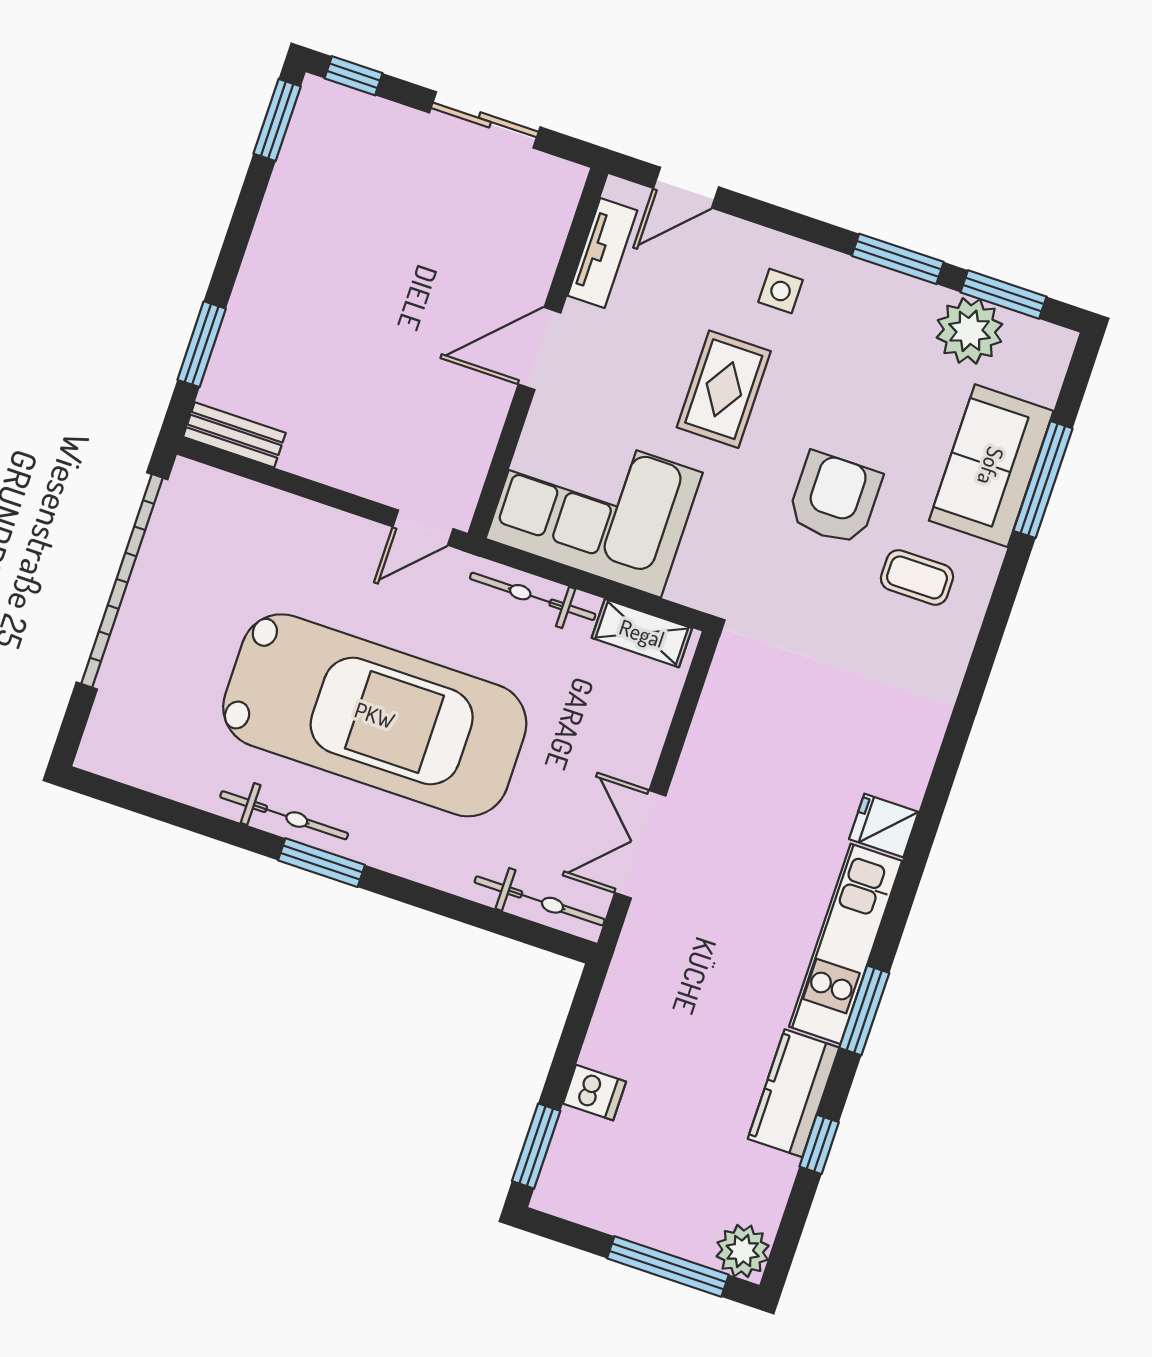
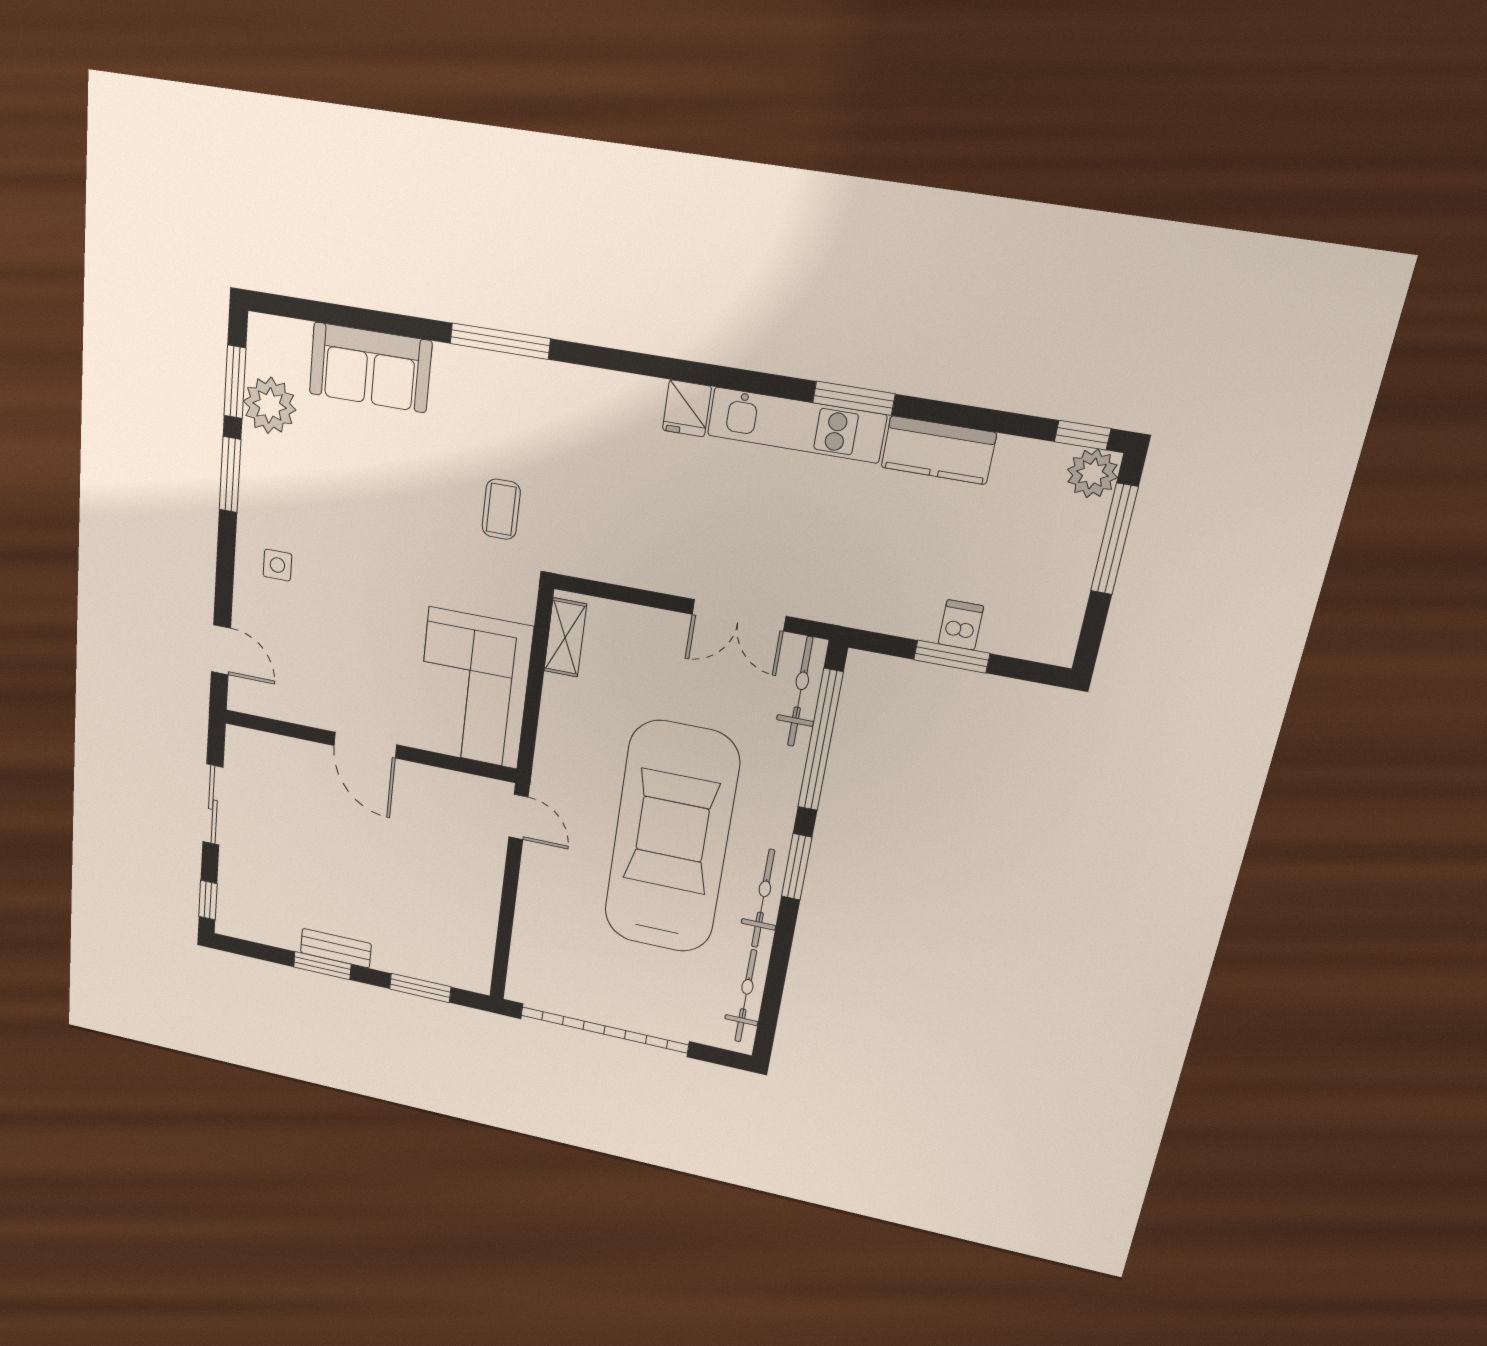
window: (277, 120) -> (322, 966), moved
tv unit: (602, 253) -> (284, 707), removed
rug: (724, 389) -> (362, 599), removed
bench: (234, 435) -> (336, 948), moved, turned 90
window: (1043, 480) -> (500, 341), moved
armchair: (835, 498) -> (425, 496), removed
coffee table: (917, 577) -> (501, 509), moved
bicycle: (533, 596) -> (746, 996), moved, turned 180
window: (478, 915) -> (820, 740), added
window: (819, 1144) -> (1083, 435), moved
window: (536, 1146) -> (952, 657), moved

